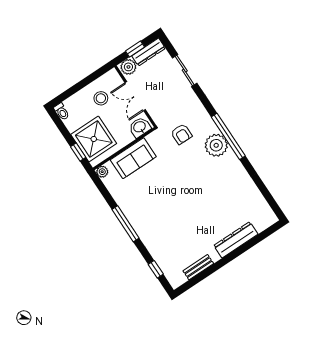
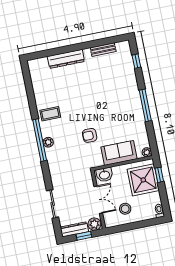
armchair: (181, 134) -> (90, 135), moved, turned -90
plant: (216, 145) -> (48, 142), width x0.53, depth x0.53
coffee table: (228, 171) -> (50, 114), added

